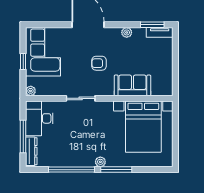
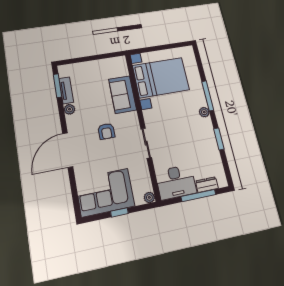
tv unit: (160, 32) -> (66, 90), moved
dresser: (31, 151) -> (207, 185), width x0.70
window: (71, 170) -> (219, 139), width x0.47

